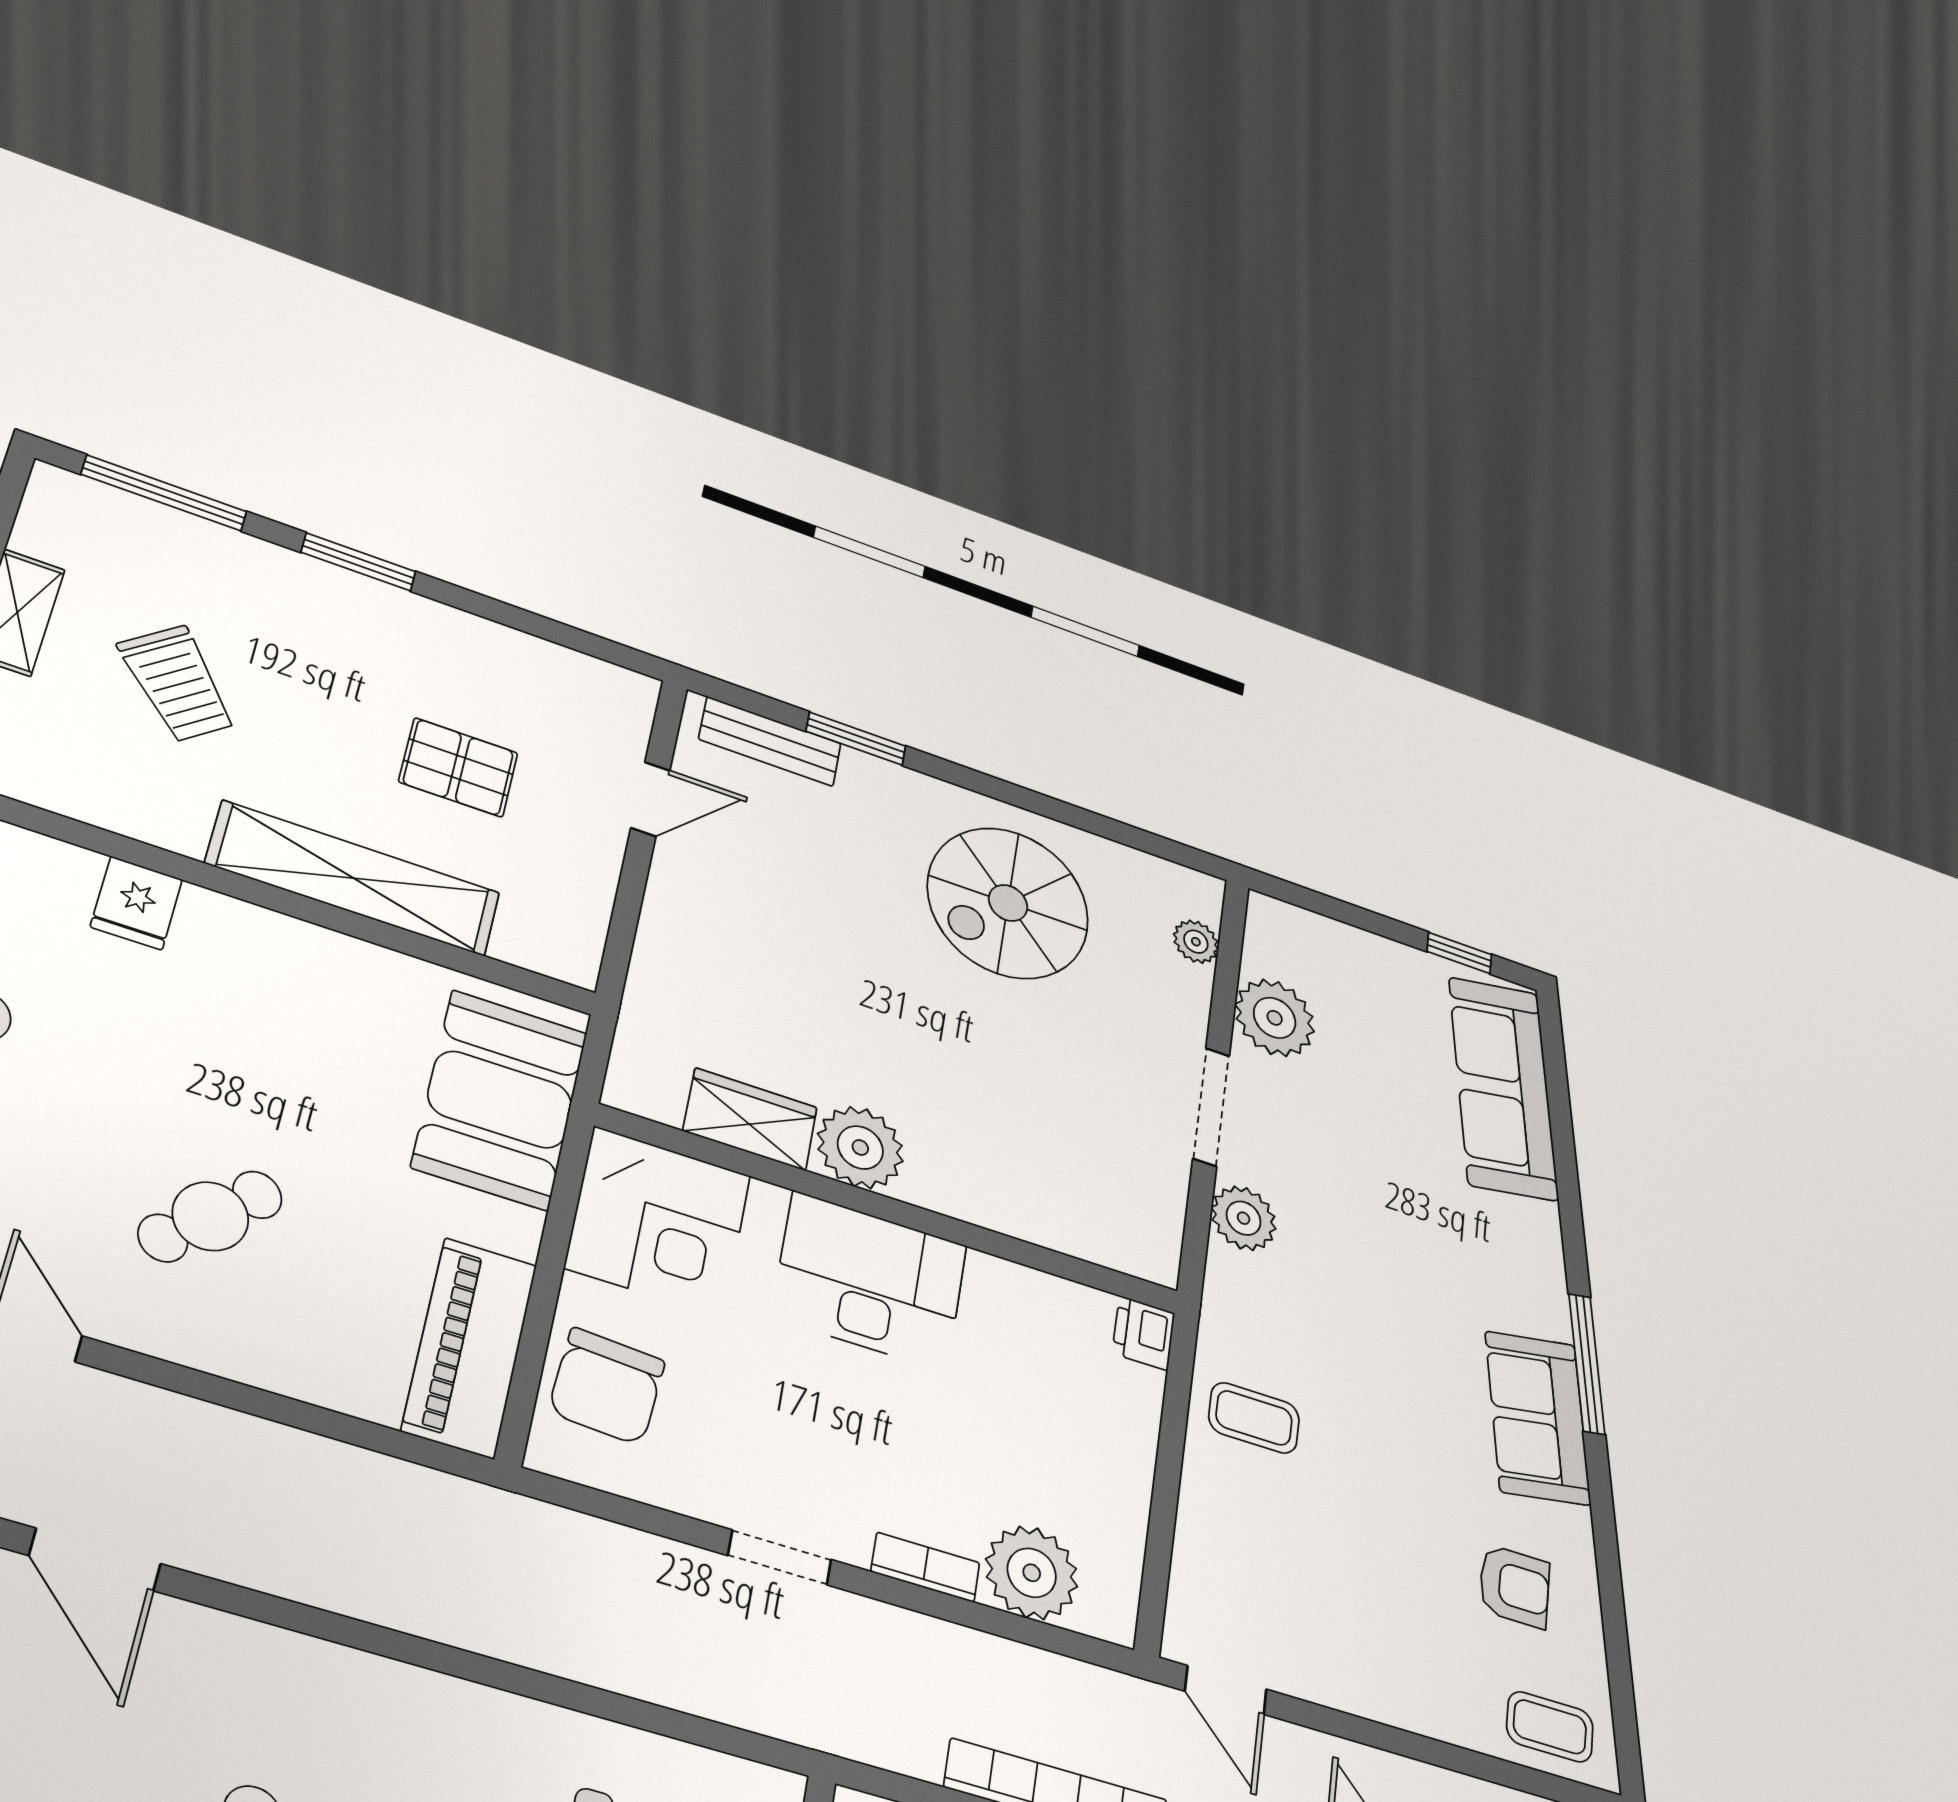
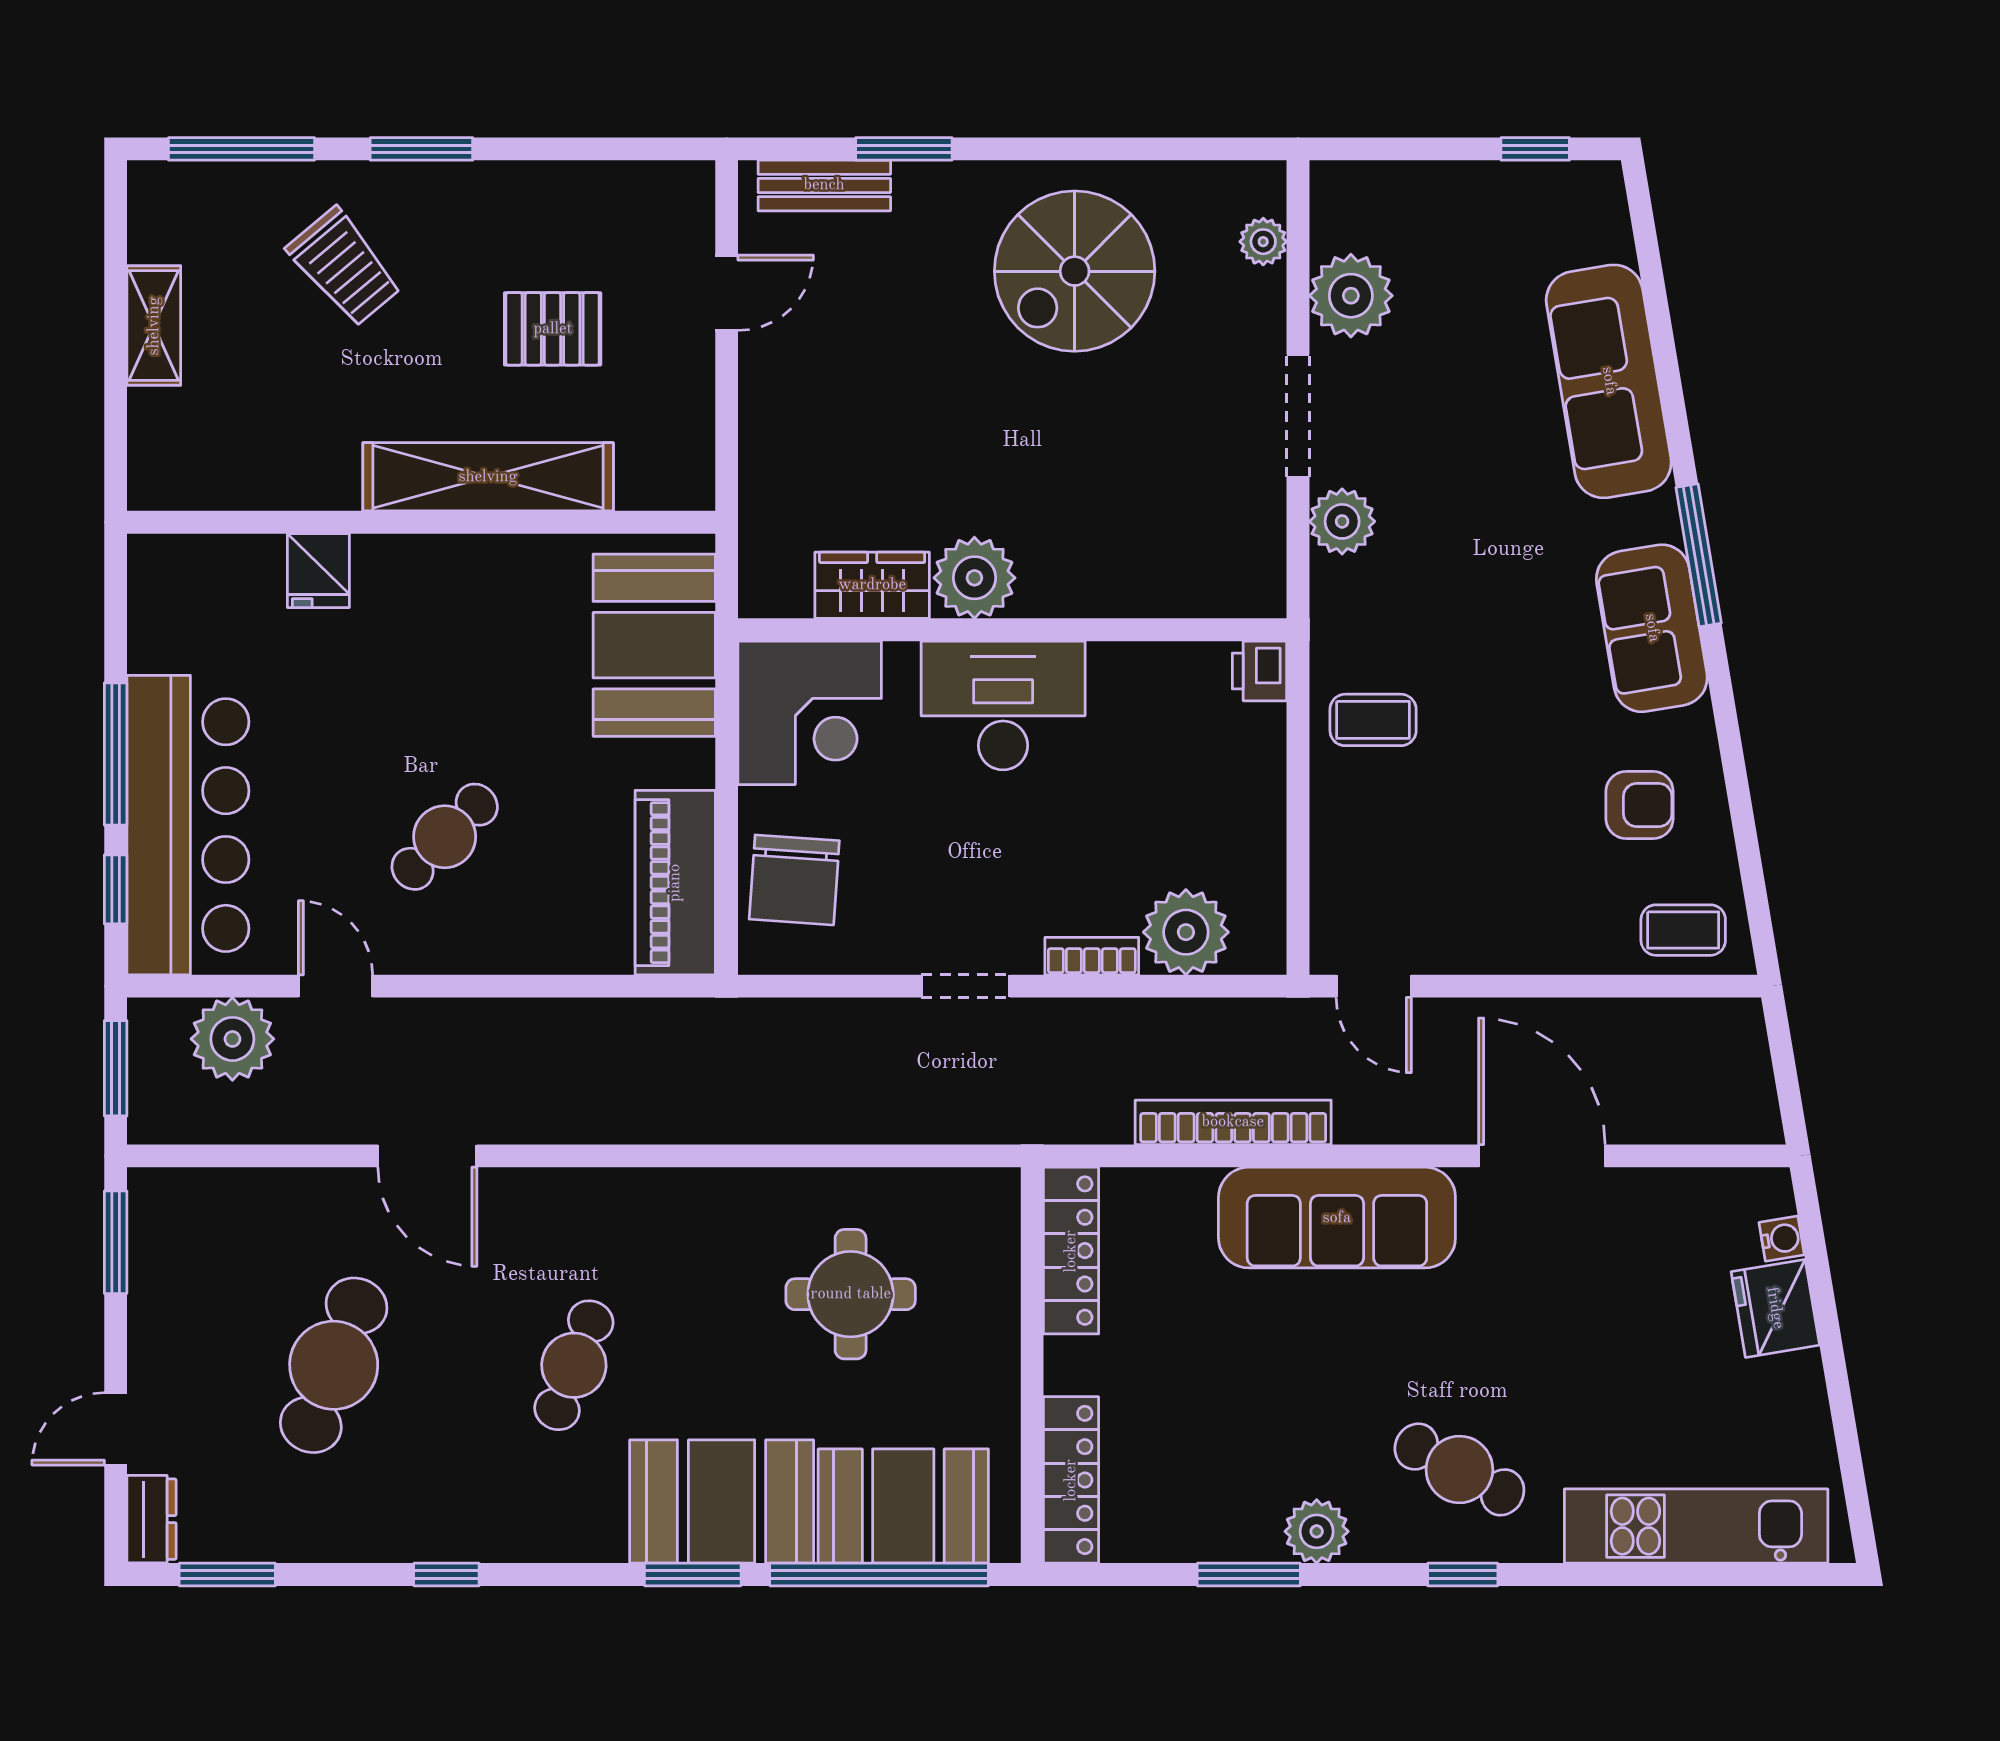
trolley: (178, 684) -> (344, 267), moved
sofa: (1503, 1088) -> (1609, 381), moved

